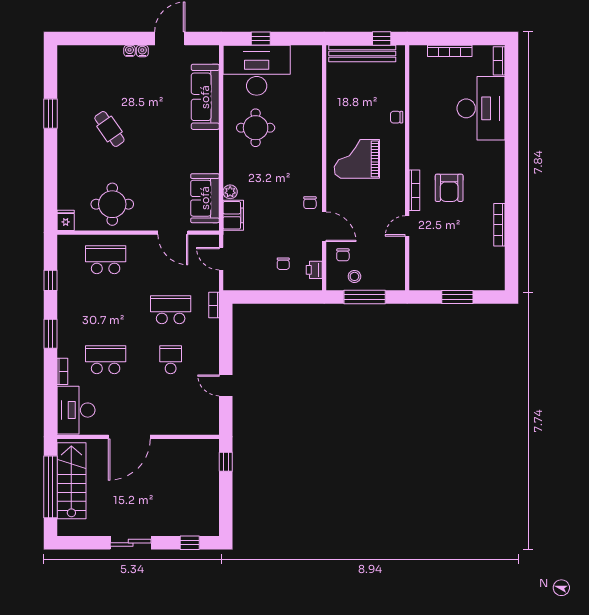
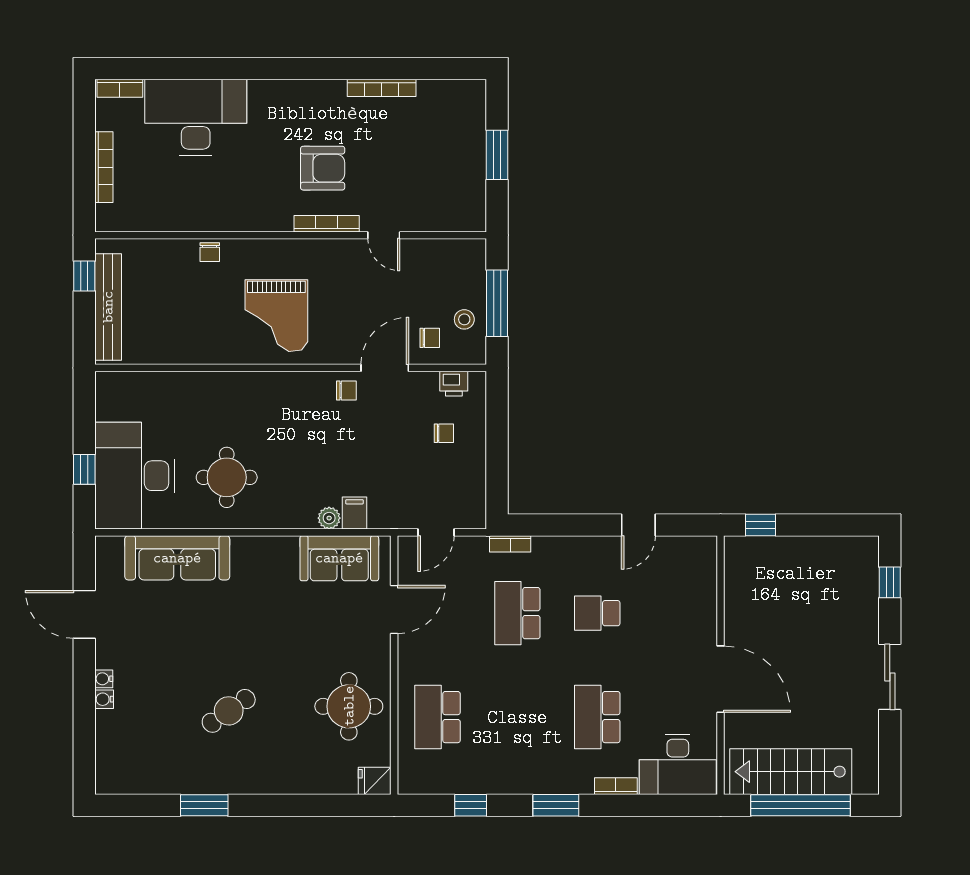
water cooler: (142, 51) -> (104, 699), moved
filing cabinet: (233, 215) -> (354, 513), width x0.50

